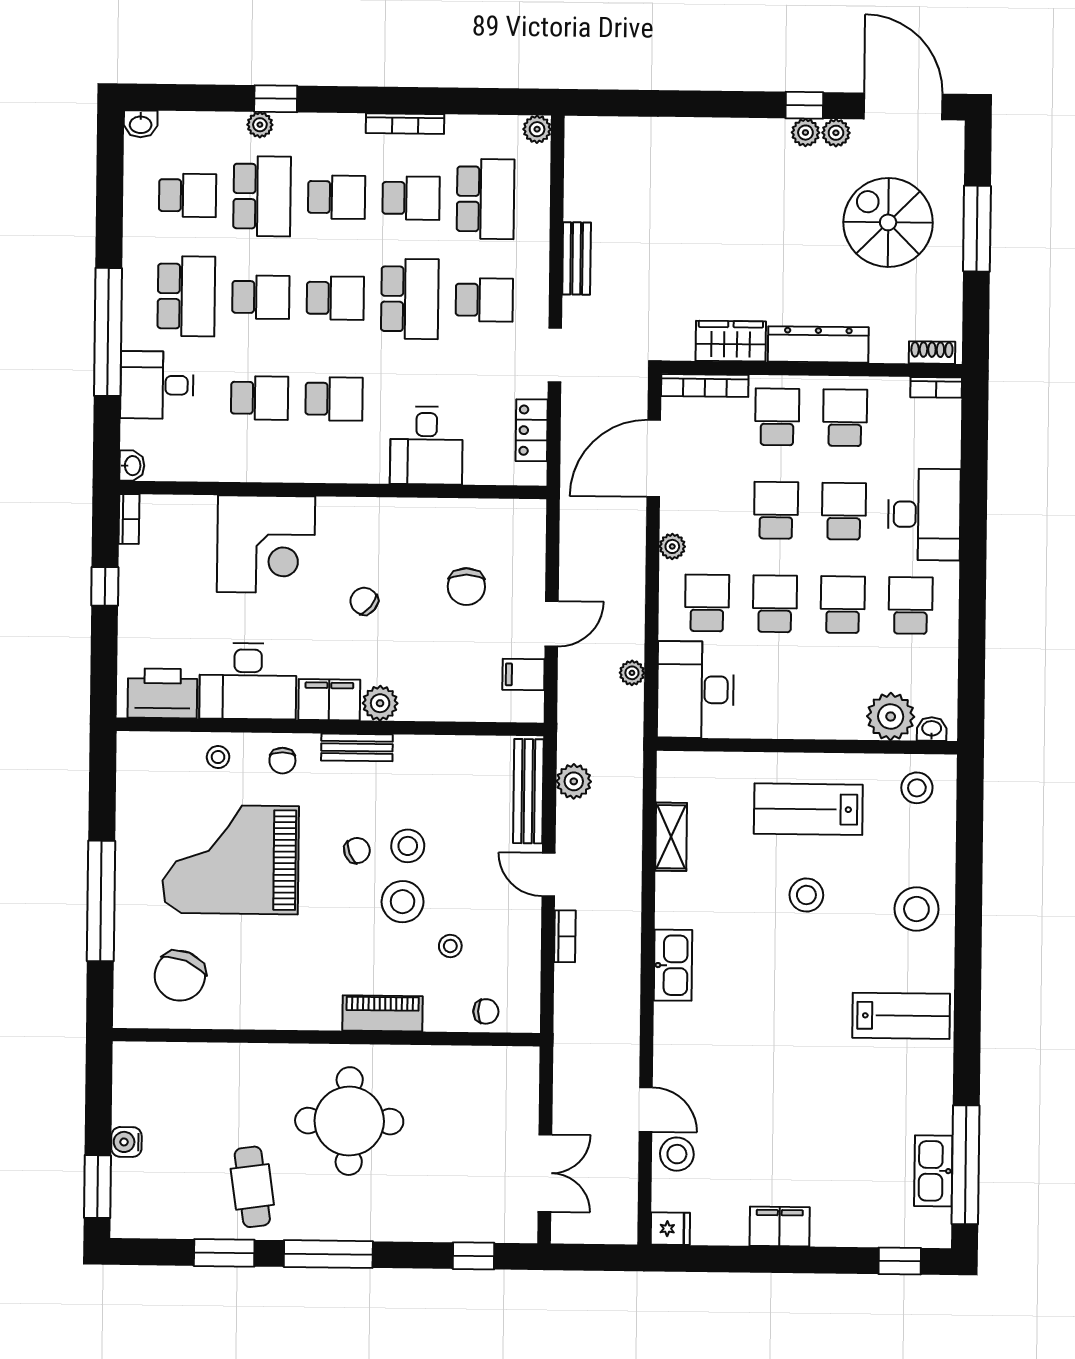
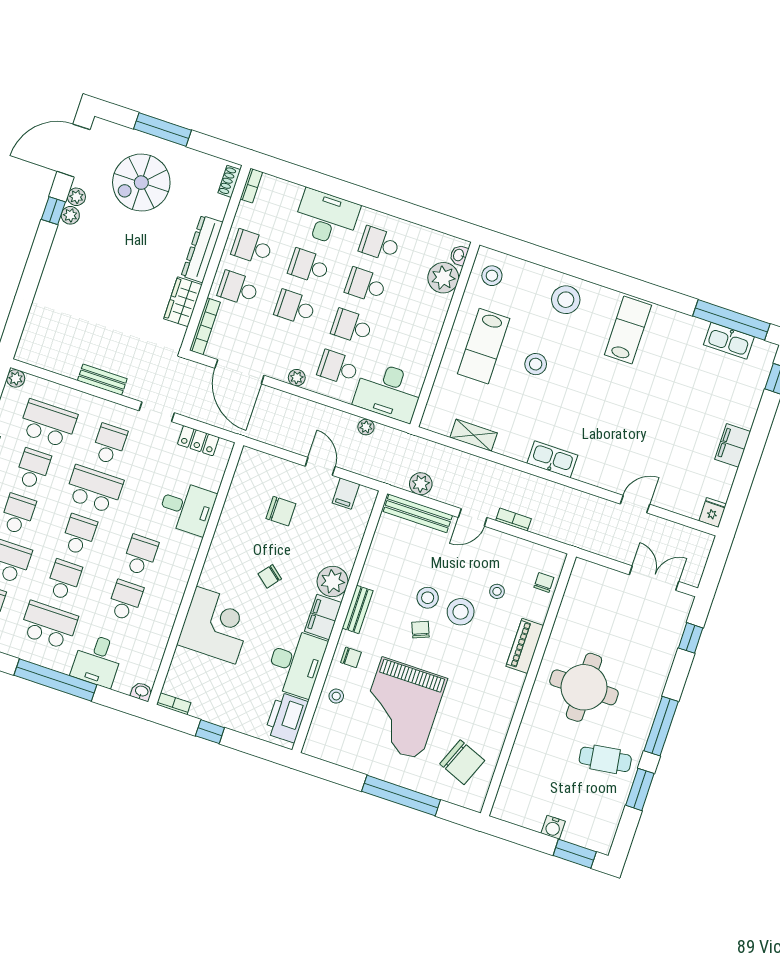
plant: (380, 703) -> (333, 581), width x1.36, depth x1.36
stool: (677, 1154) -> (668, 494), removed

